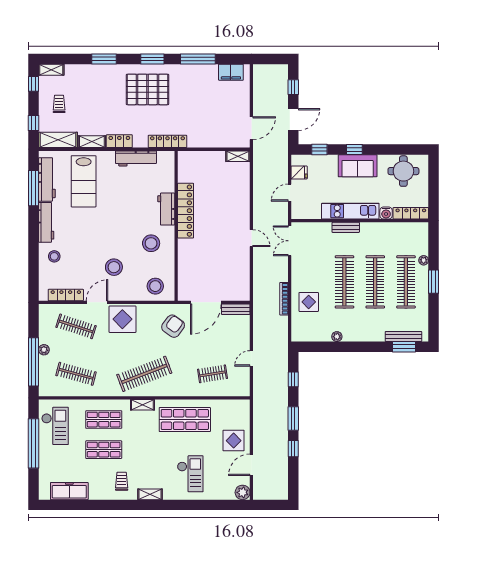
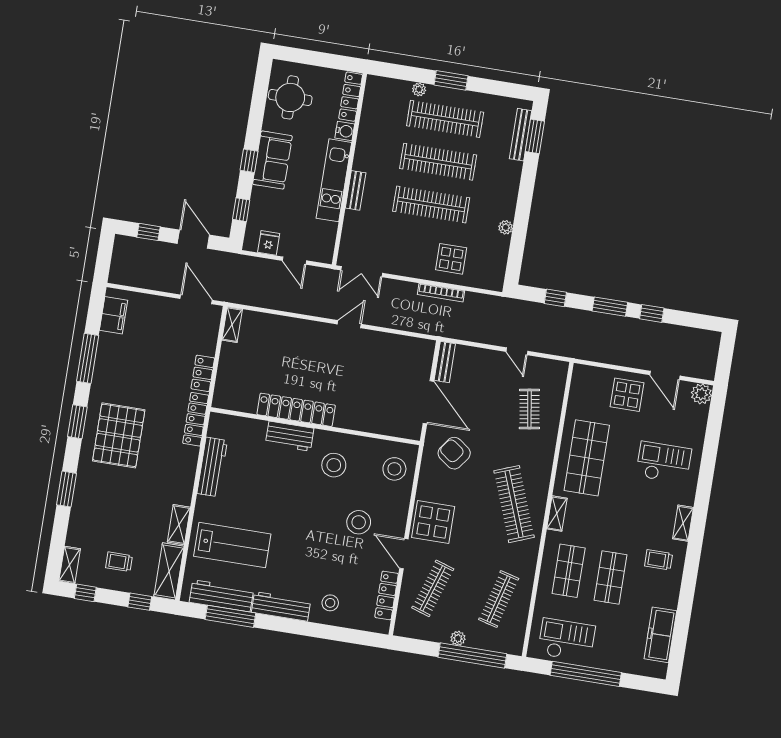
locker: (119, 141) -> (203, 373), moved

